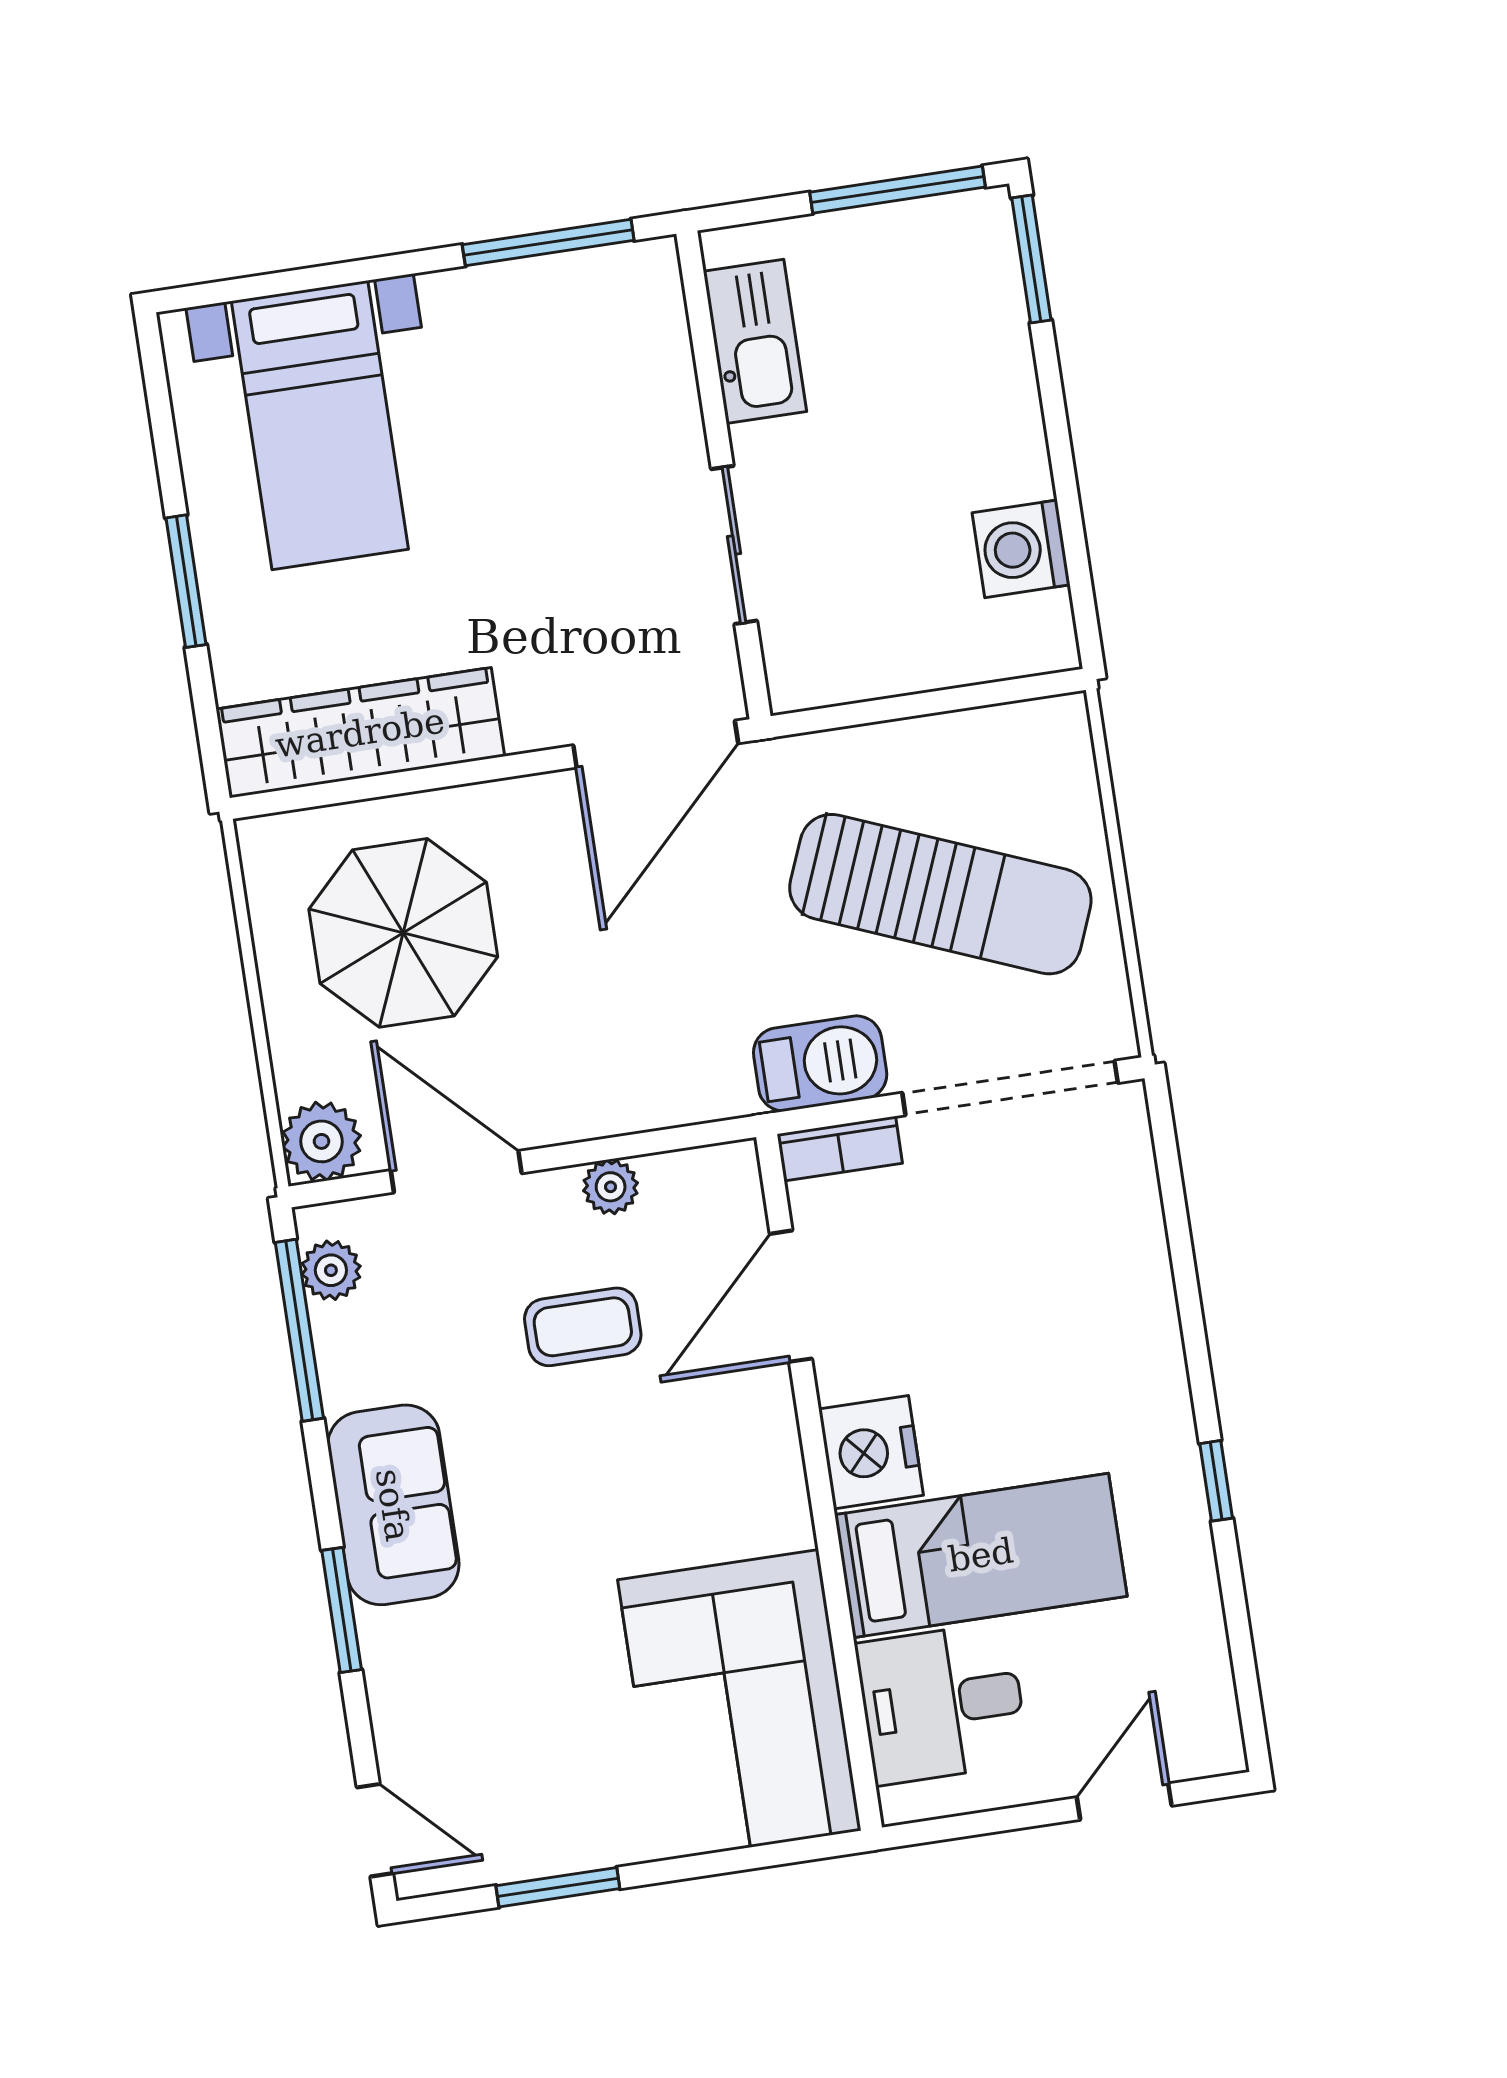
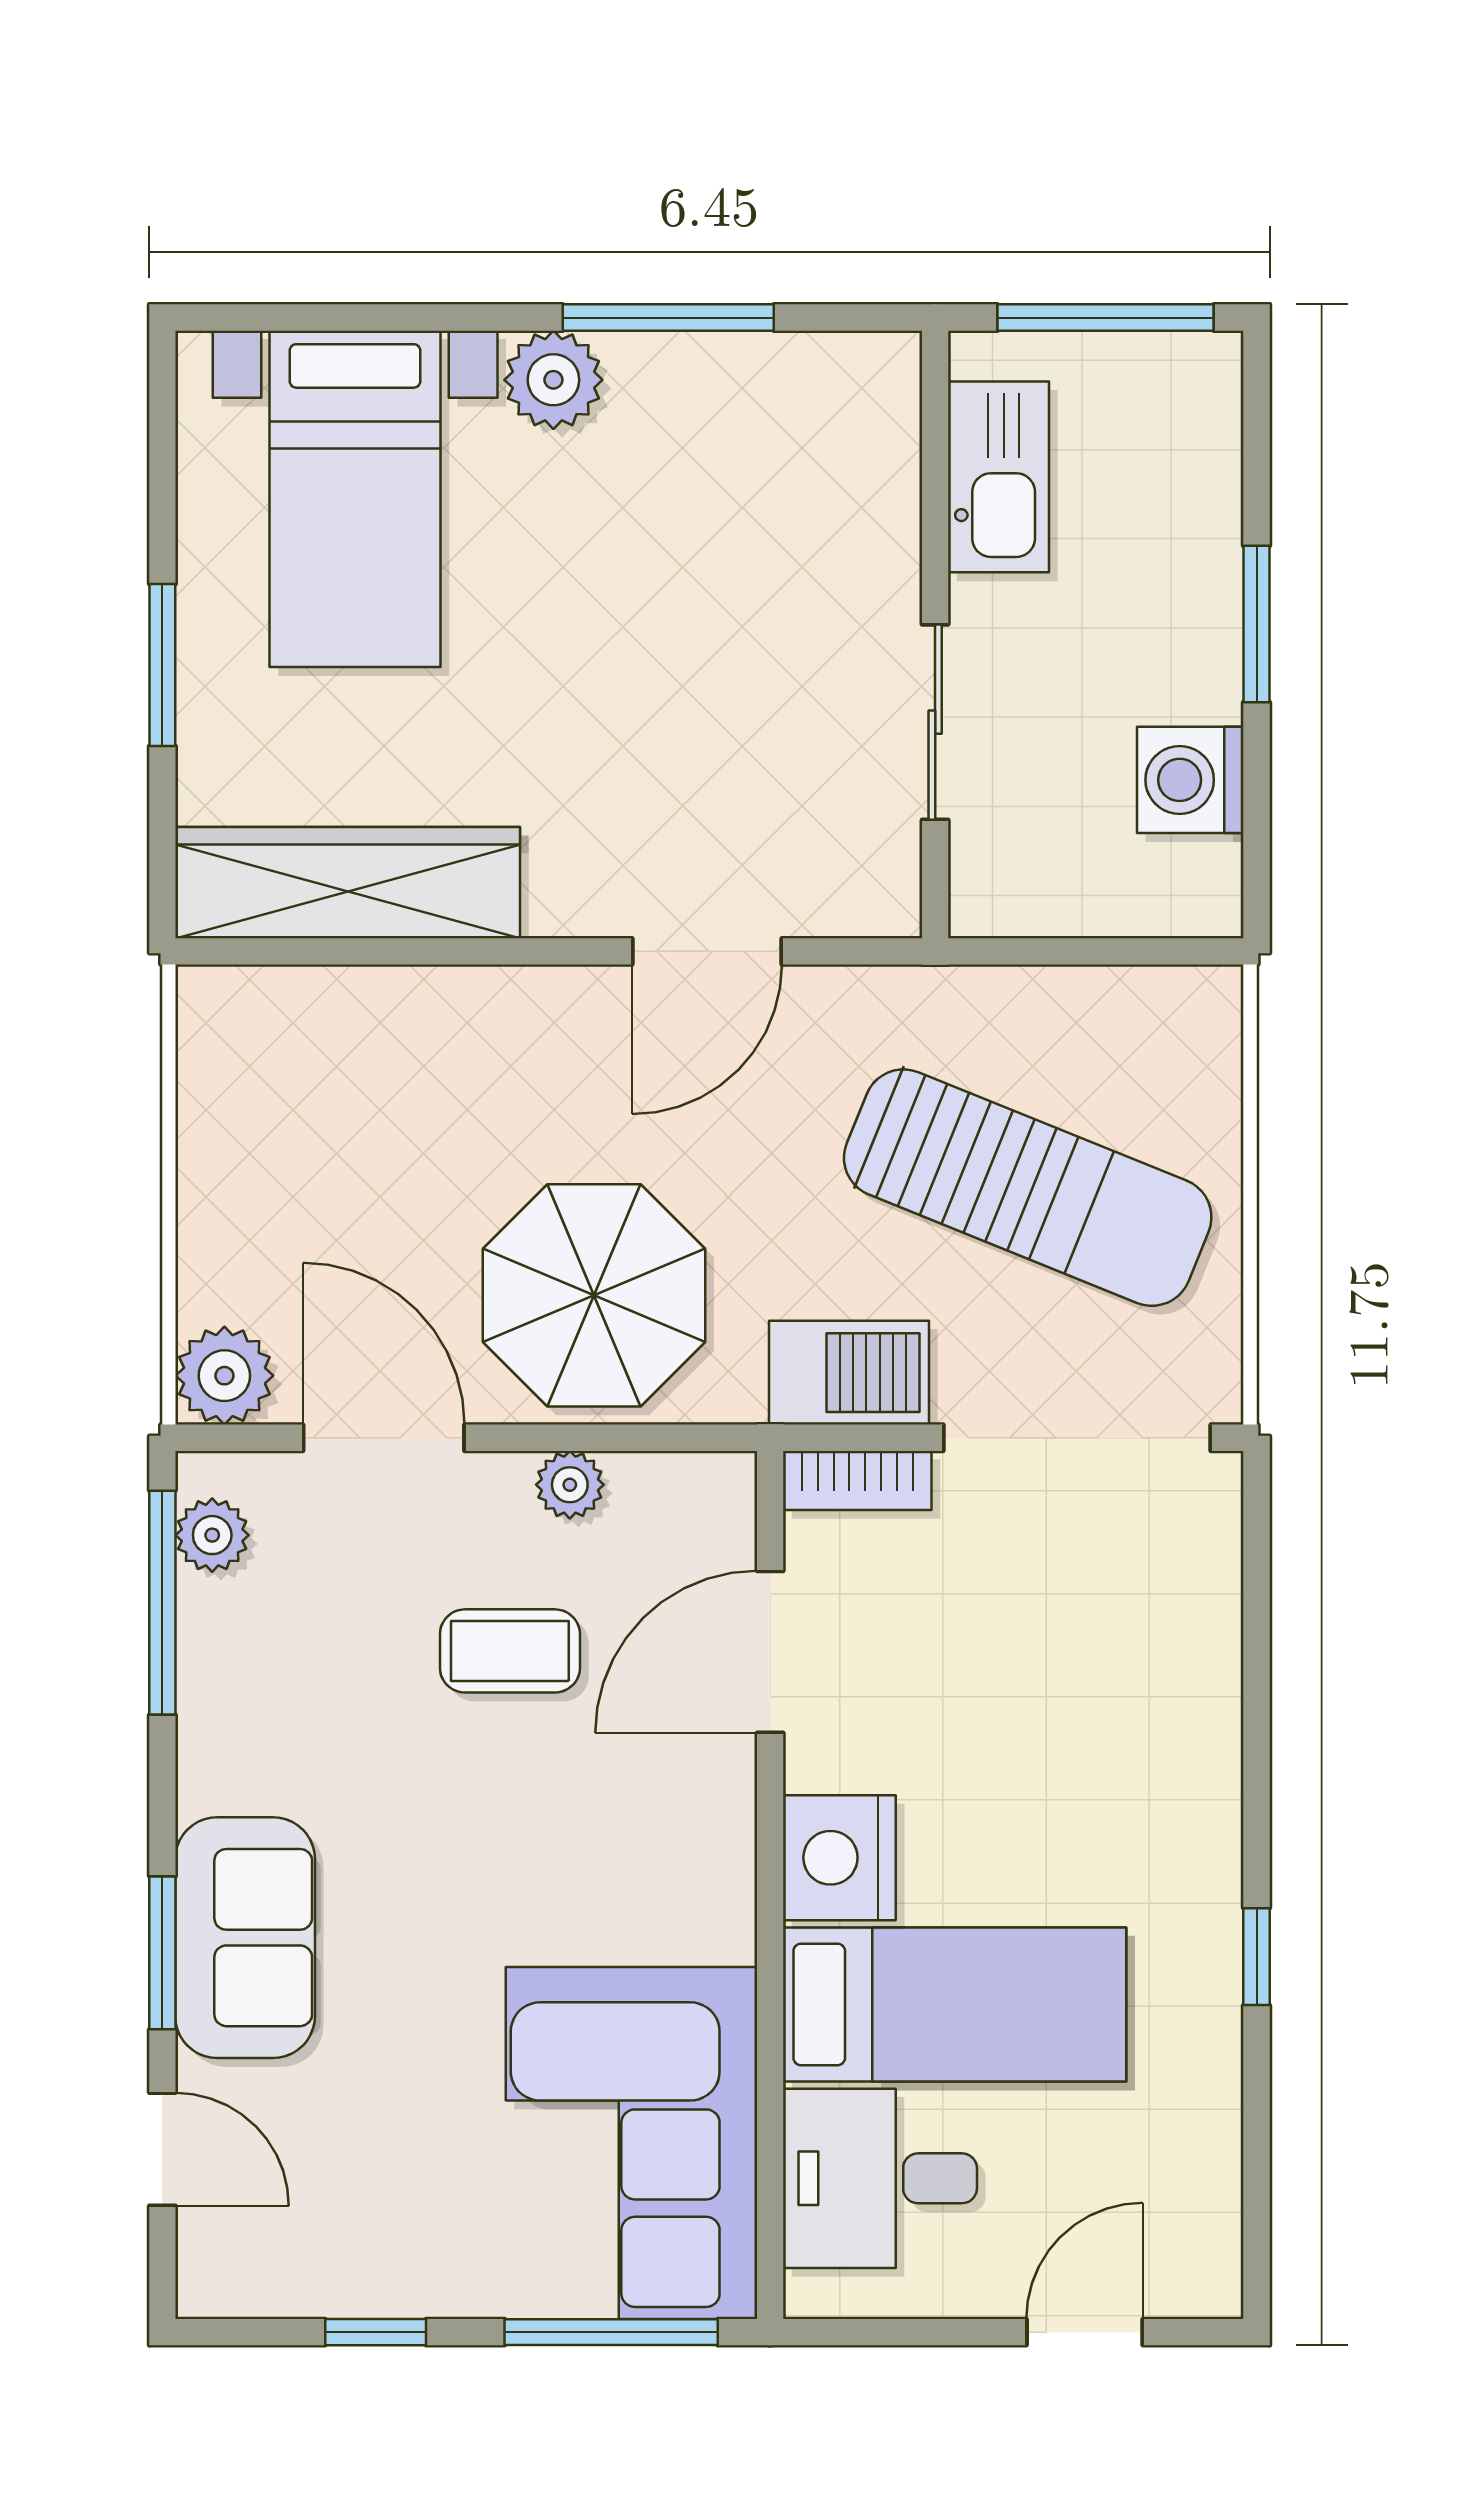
window: (1031, 259) -> (1257, 624), moved
plant: (464, 306) -> (553, 380), added
kitchen sink: (755, 341) -> (999, 477), moved
wall: (723, 475) -> (935, 634), moved
sliding door: (734, 545) -> (935, 722), moved
door: (656, 744) -> (707, 951), width x0.73
parasol: (403, 933) -> (594, 1295), moved
sofa: (393, 1505) -> (245, 1938), moved
door: (375, 1830) -> (162, 2149), moved
window: (746, 1859) -> (611, 2332), added
window: (558, 1887) -> (376, 2332), width x0.67

